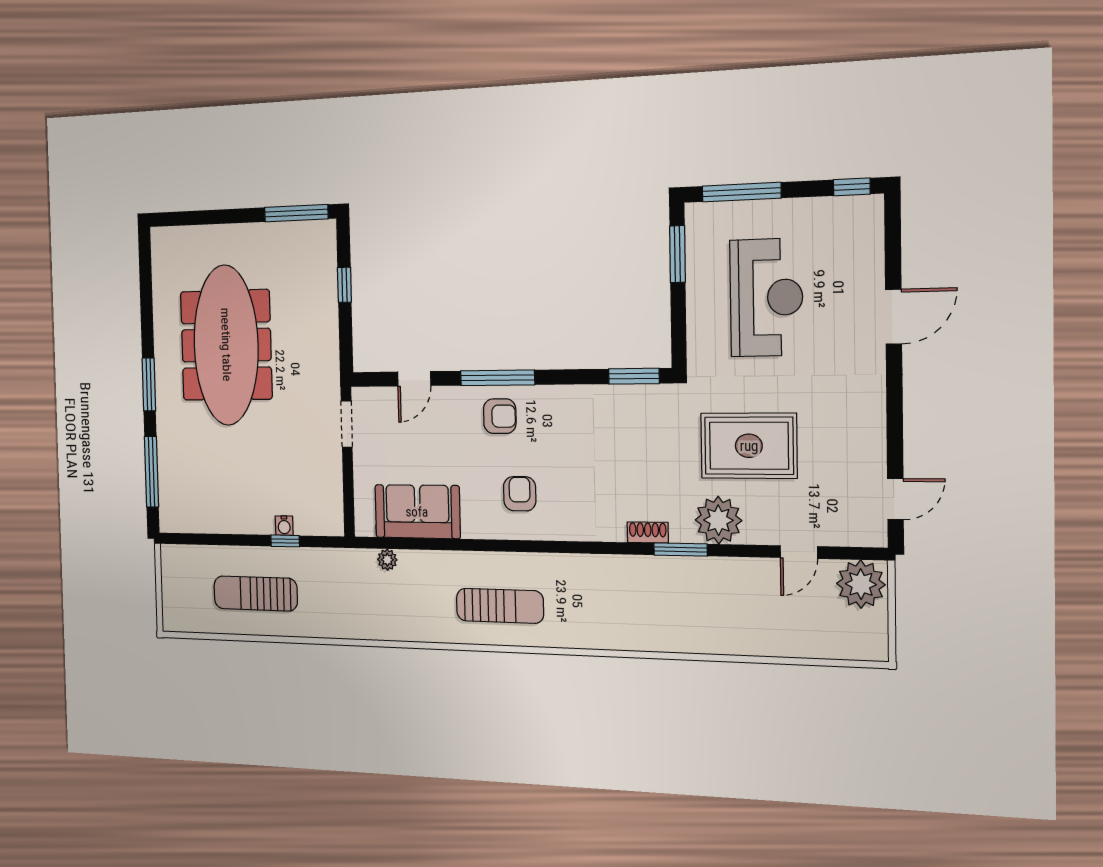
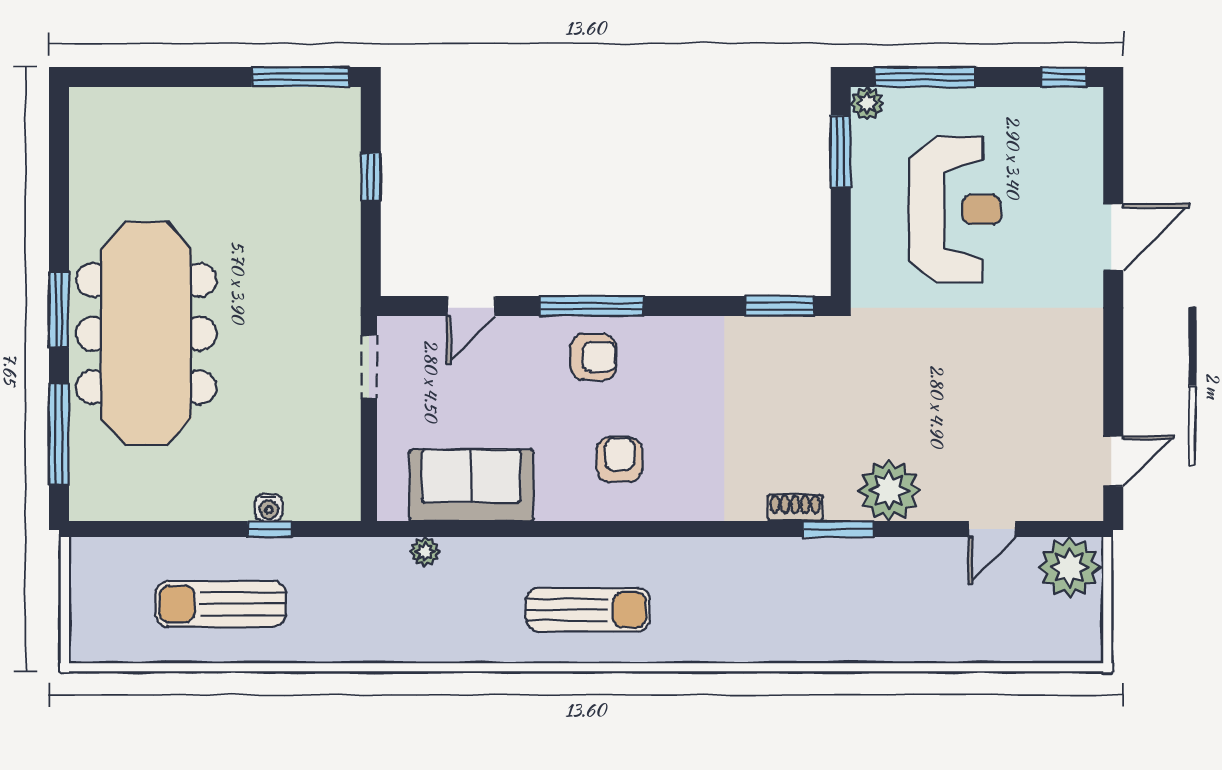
plant: (697, 215) -> (867, 103), added
meeting table: (226, 345) -> (146, 334), moved
rug: (749, 446) -> (930, 396), removed

